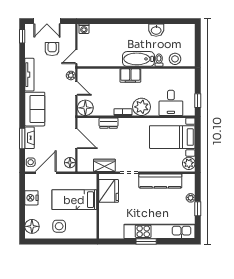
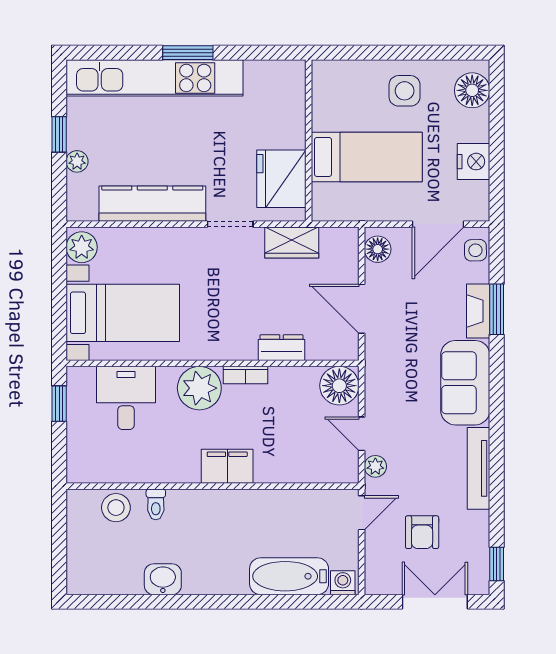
bathtub: (138, 59) -> (289, 576), moved, turned 180

